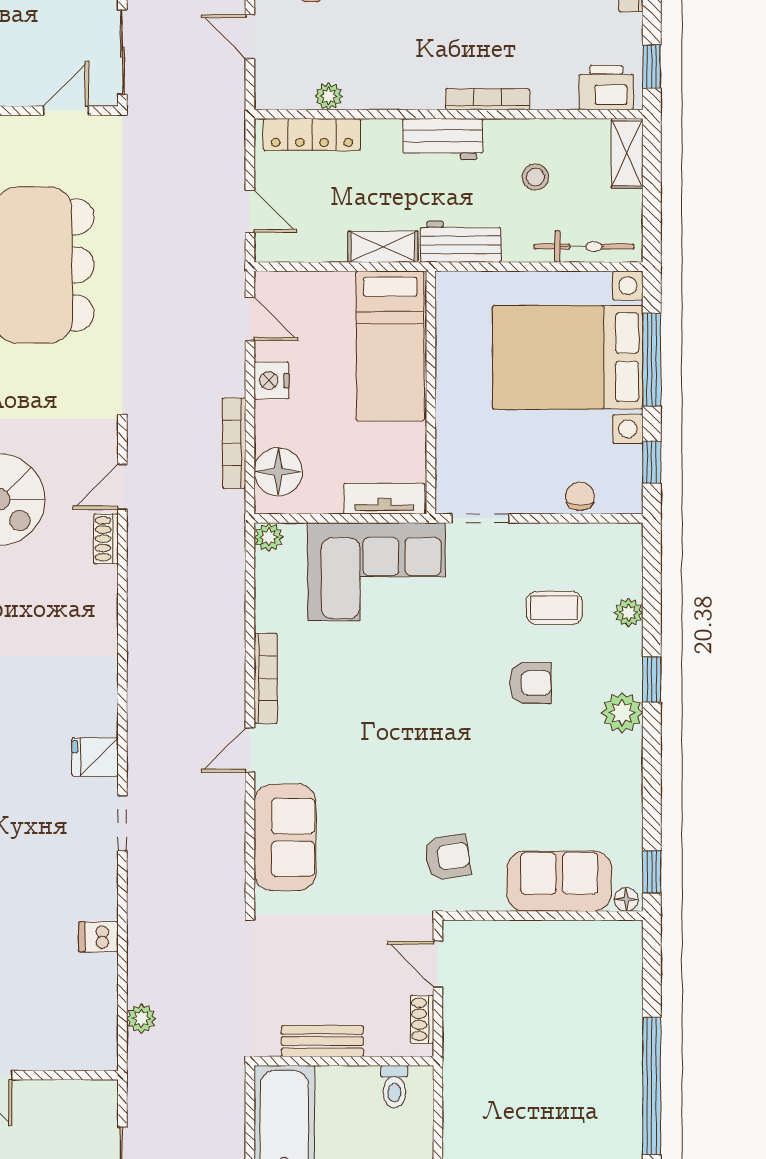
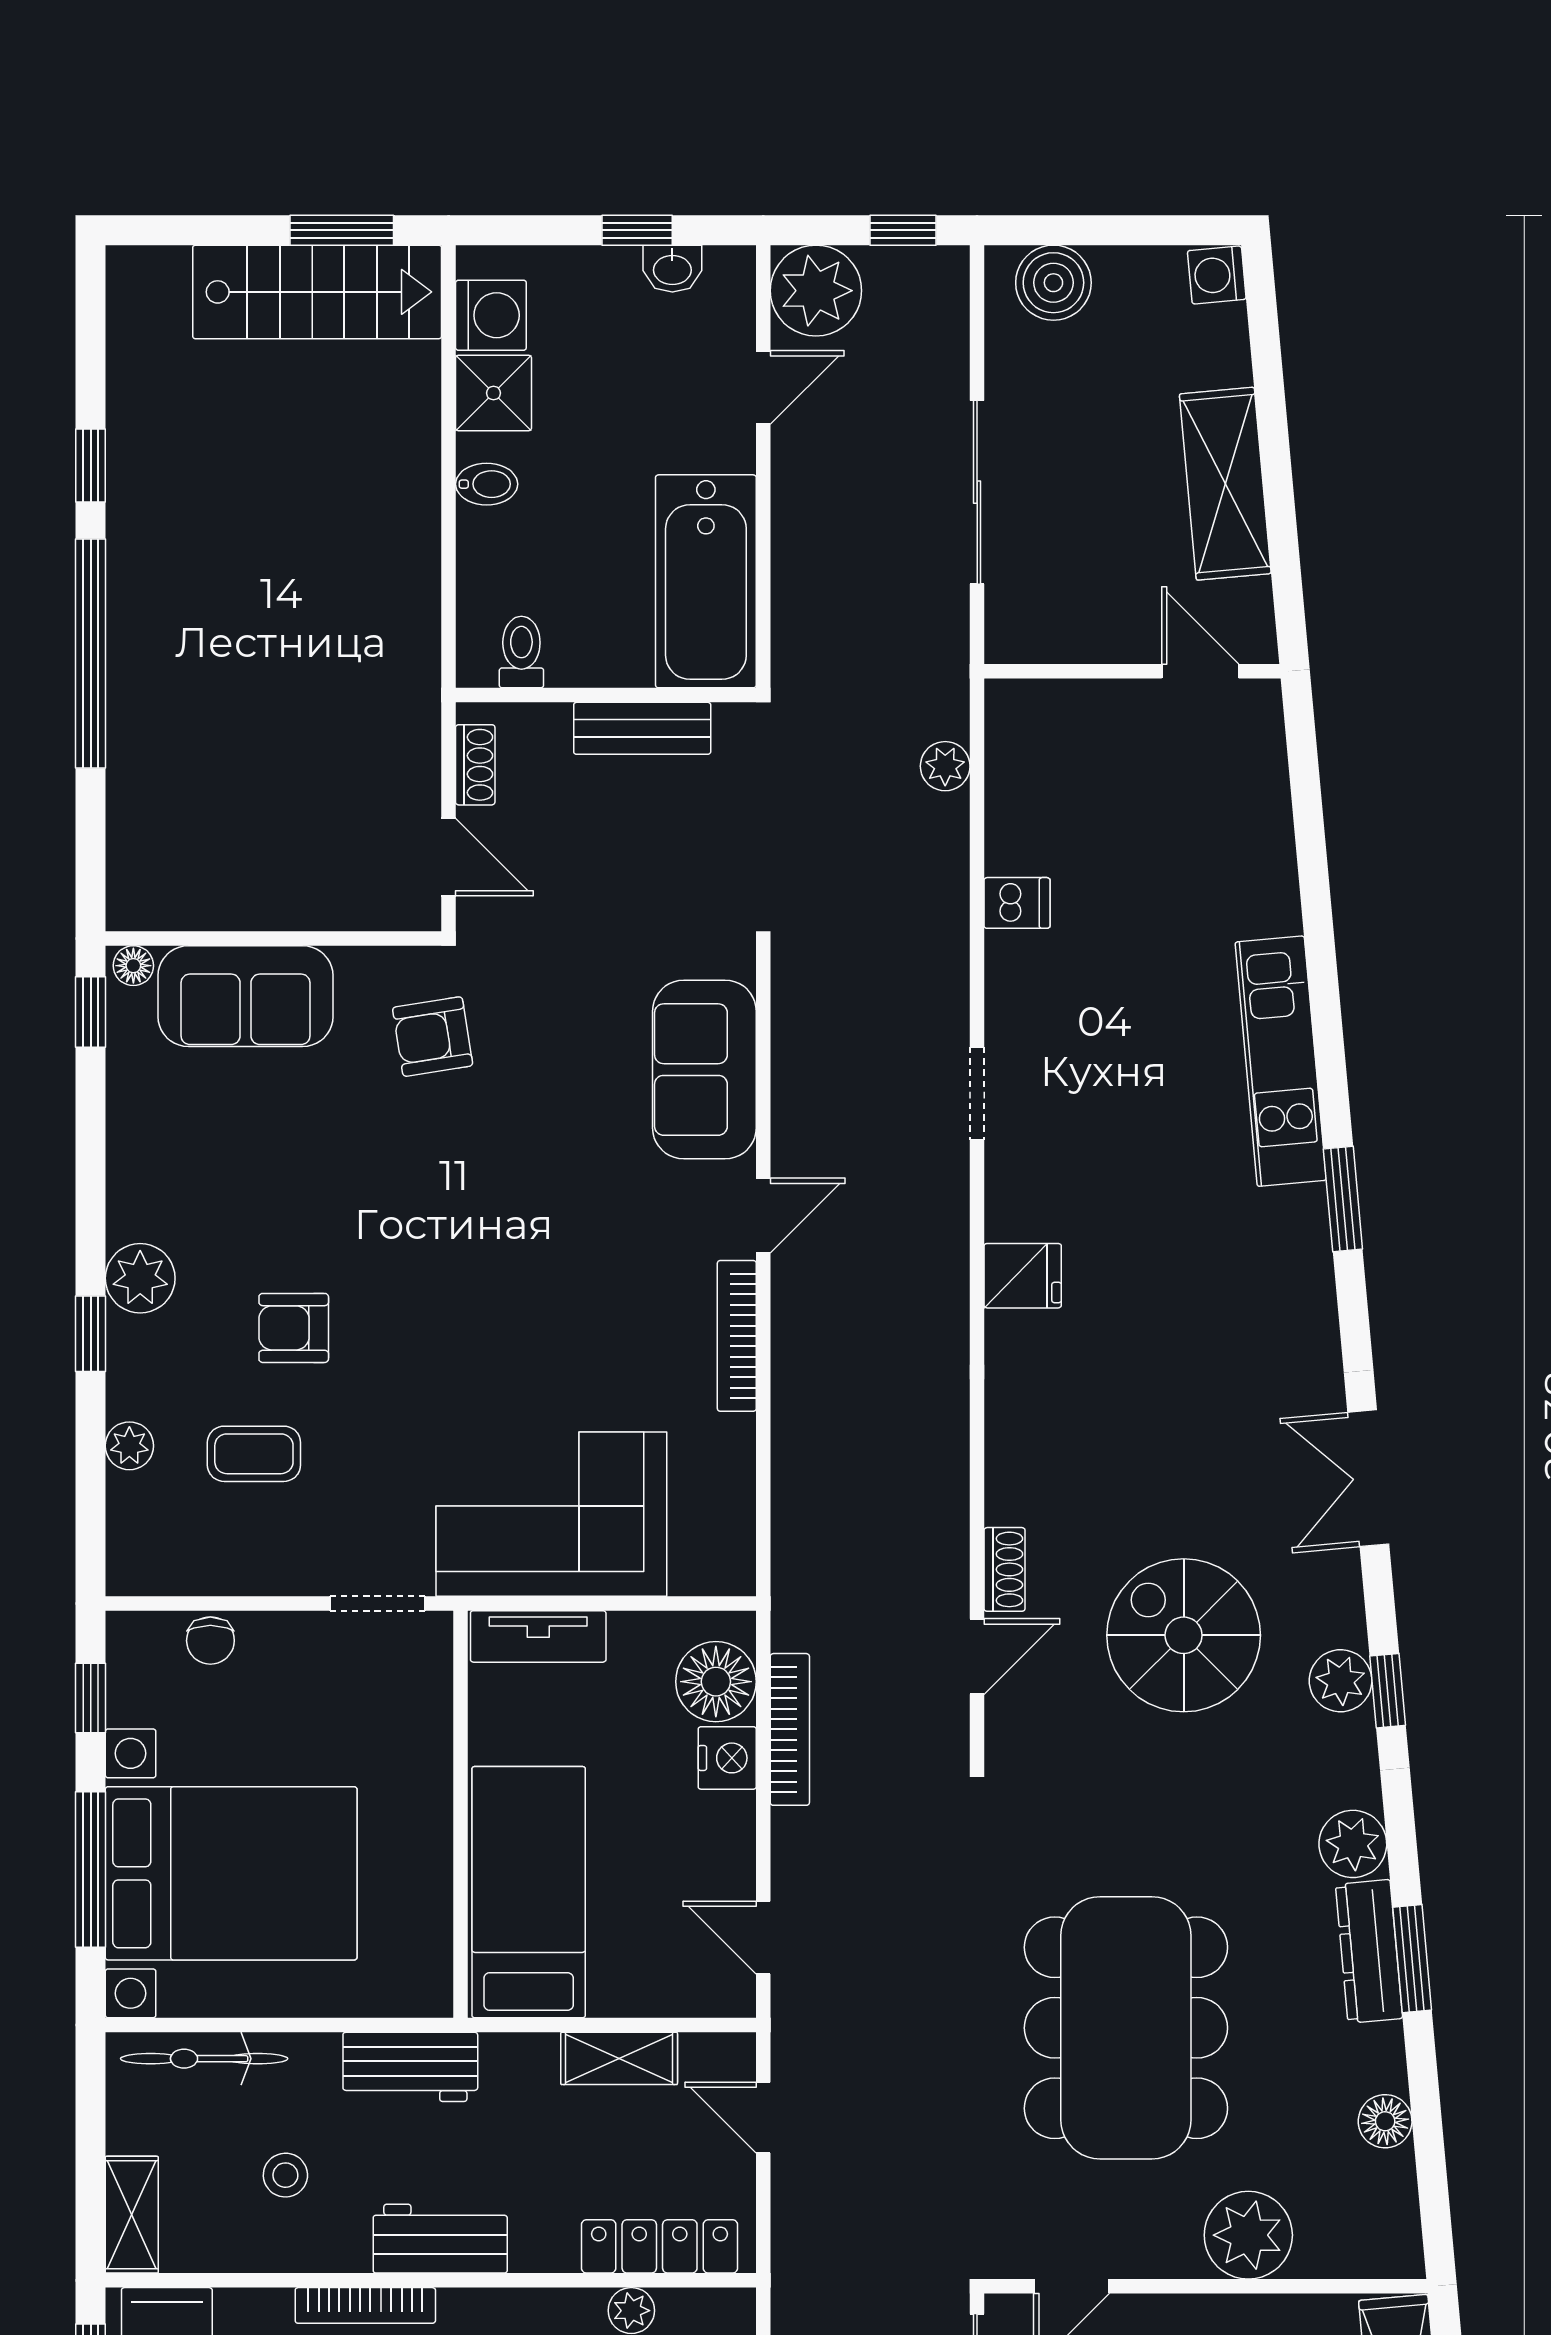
shelving: (383, 247) -> (619, 2058), moved
nightstand: (271, 381) -> (727, 1758), moved
plant: (269, 537) -> (732, 1572), removed
fridge: (95, 757) -> (1023, 1276), moved

